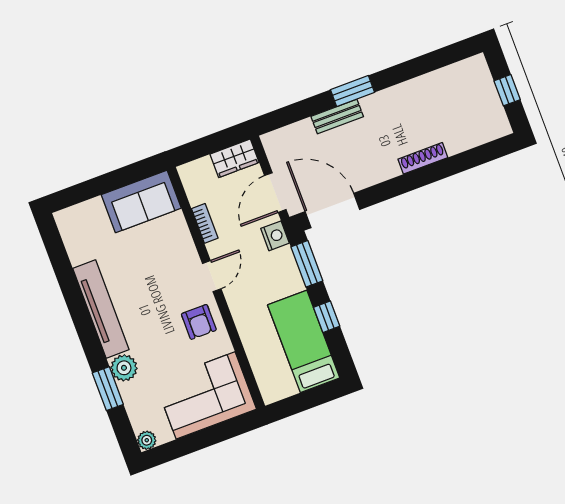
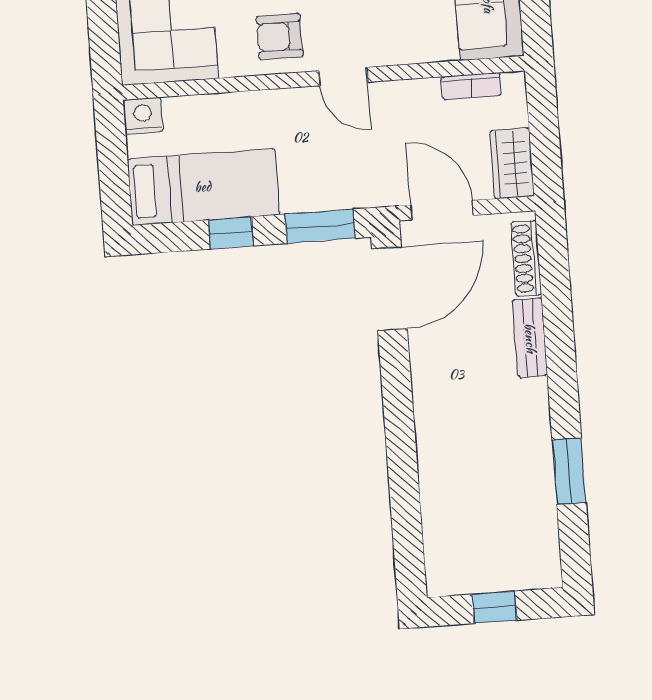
window: (353, 91) -> (569, 471), moved
shoe rack: (423, 158) -> (526, 258), moved, turned 180
bookcase: (205, 223) -> (471, 86), moved
nightstand: (275, 236) -> (143, 116), moved, turned 180

